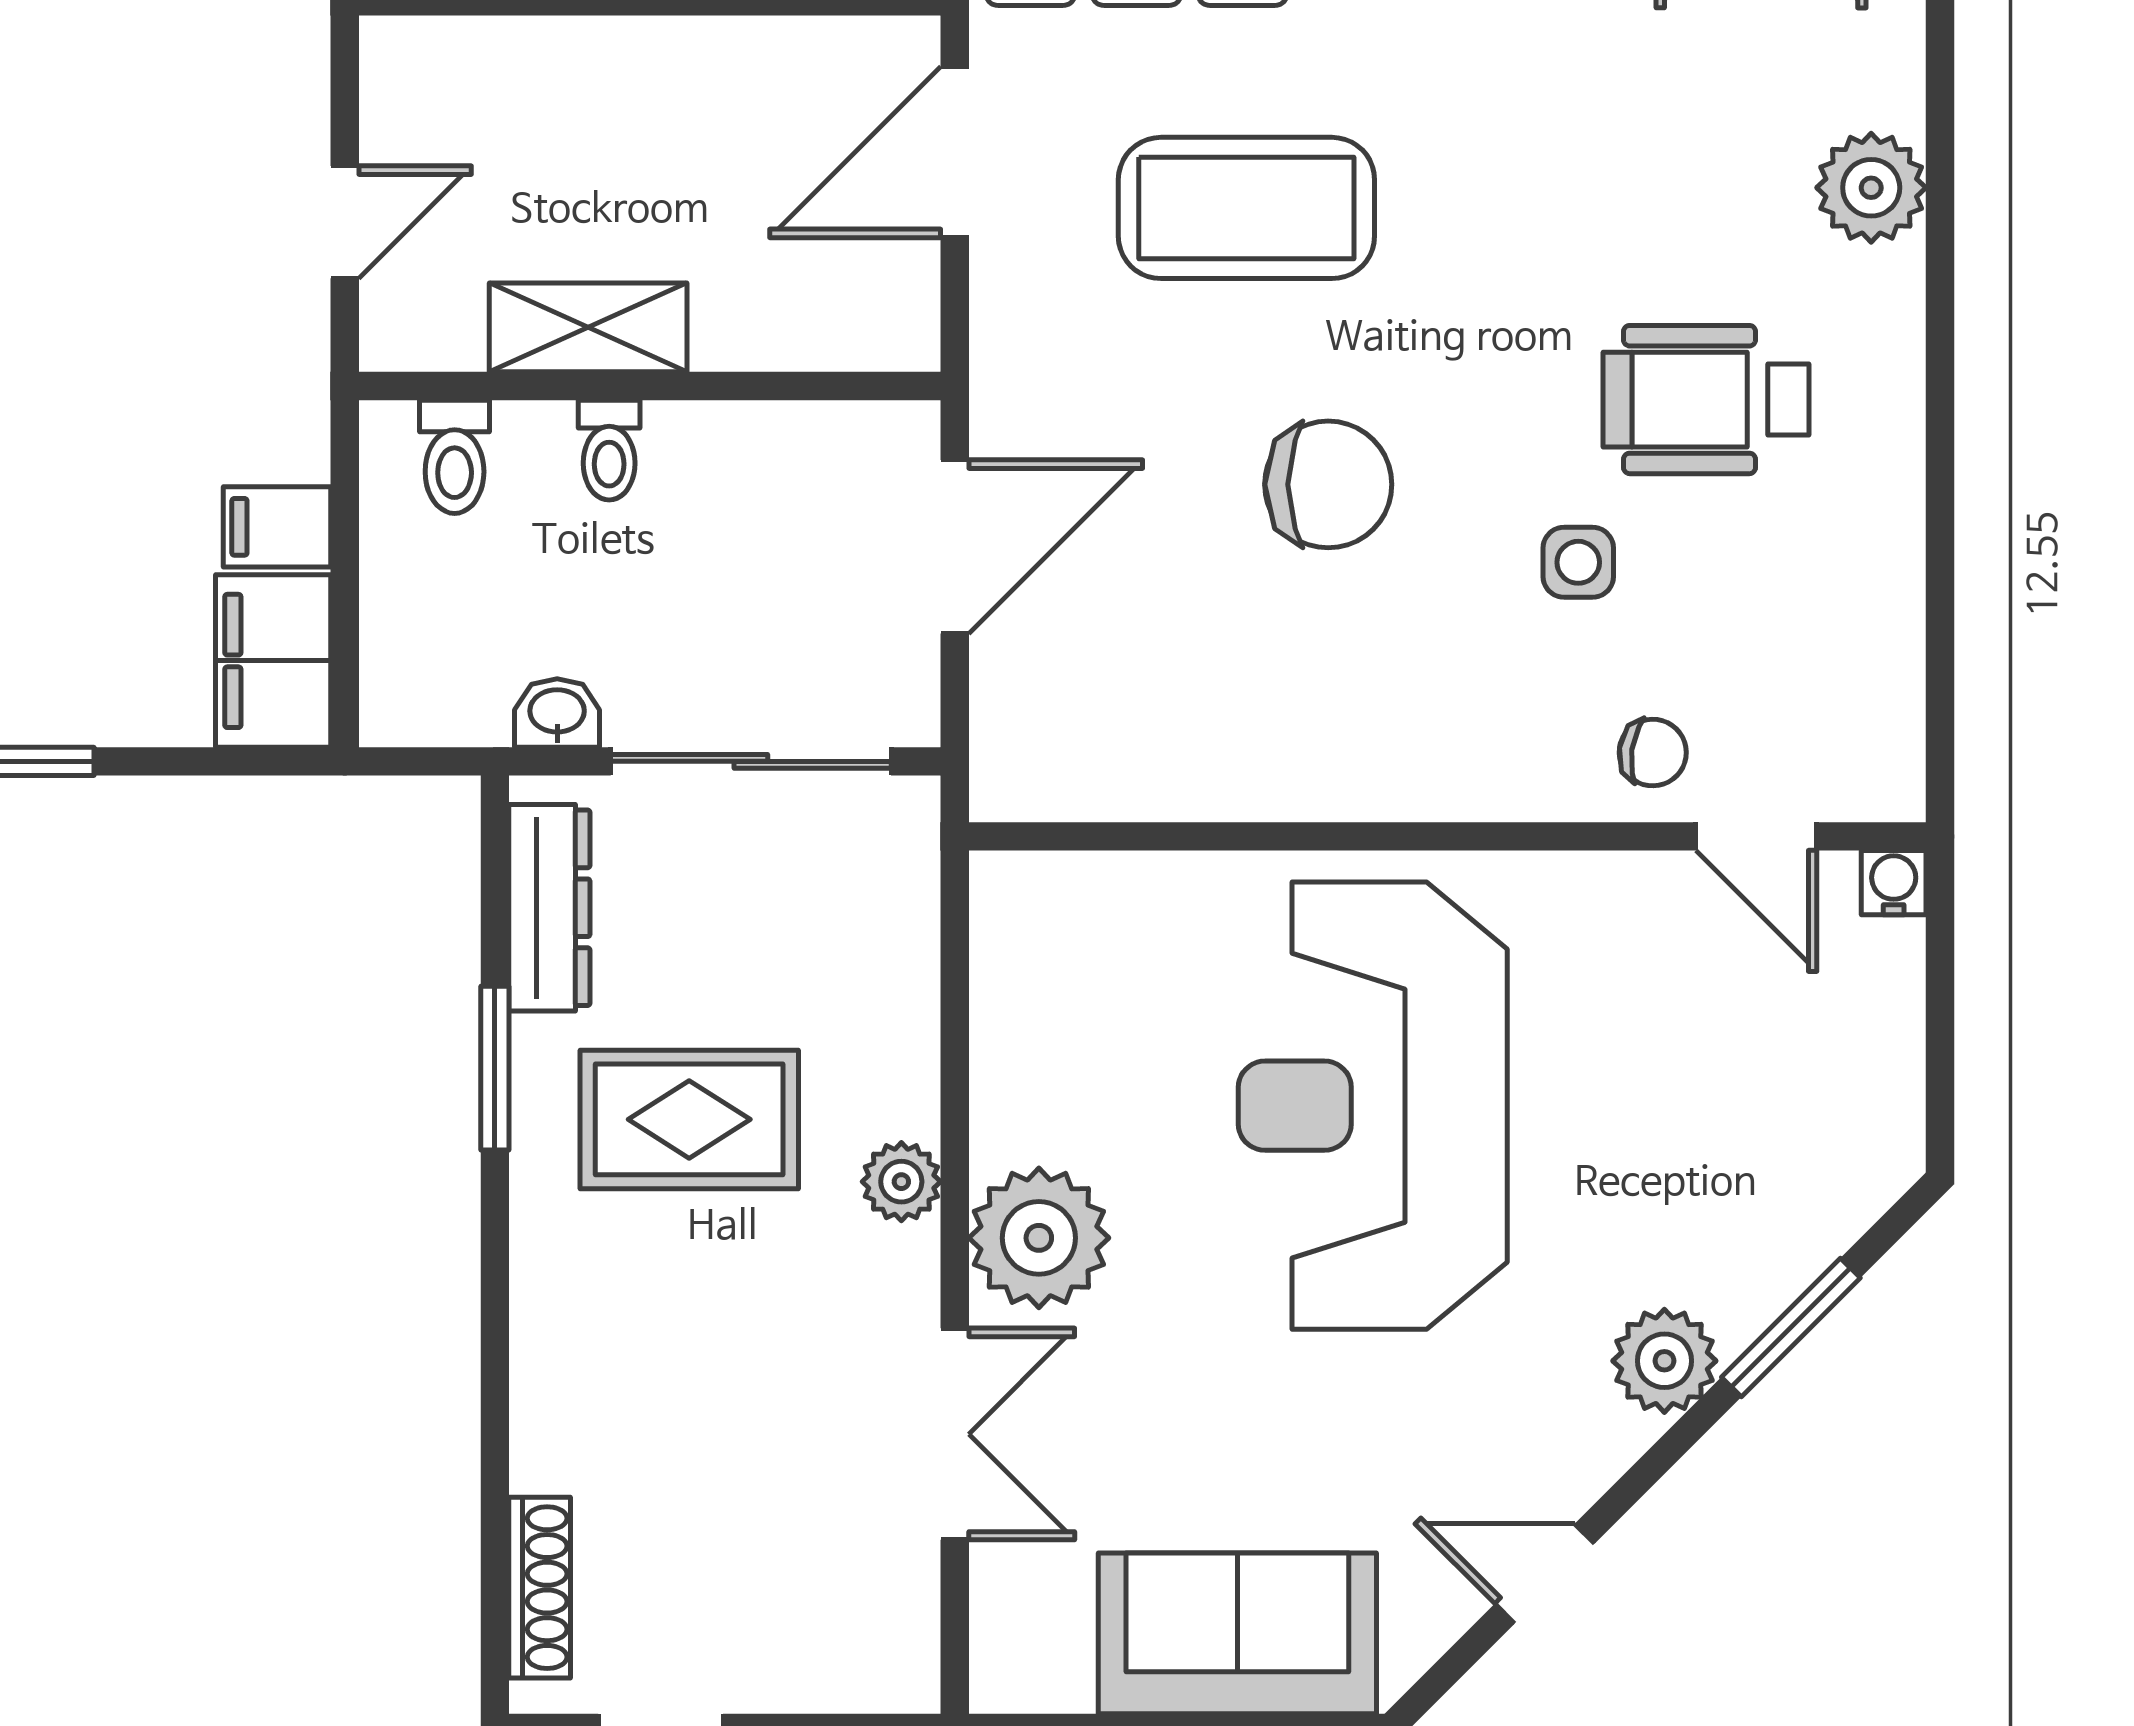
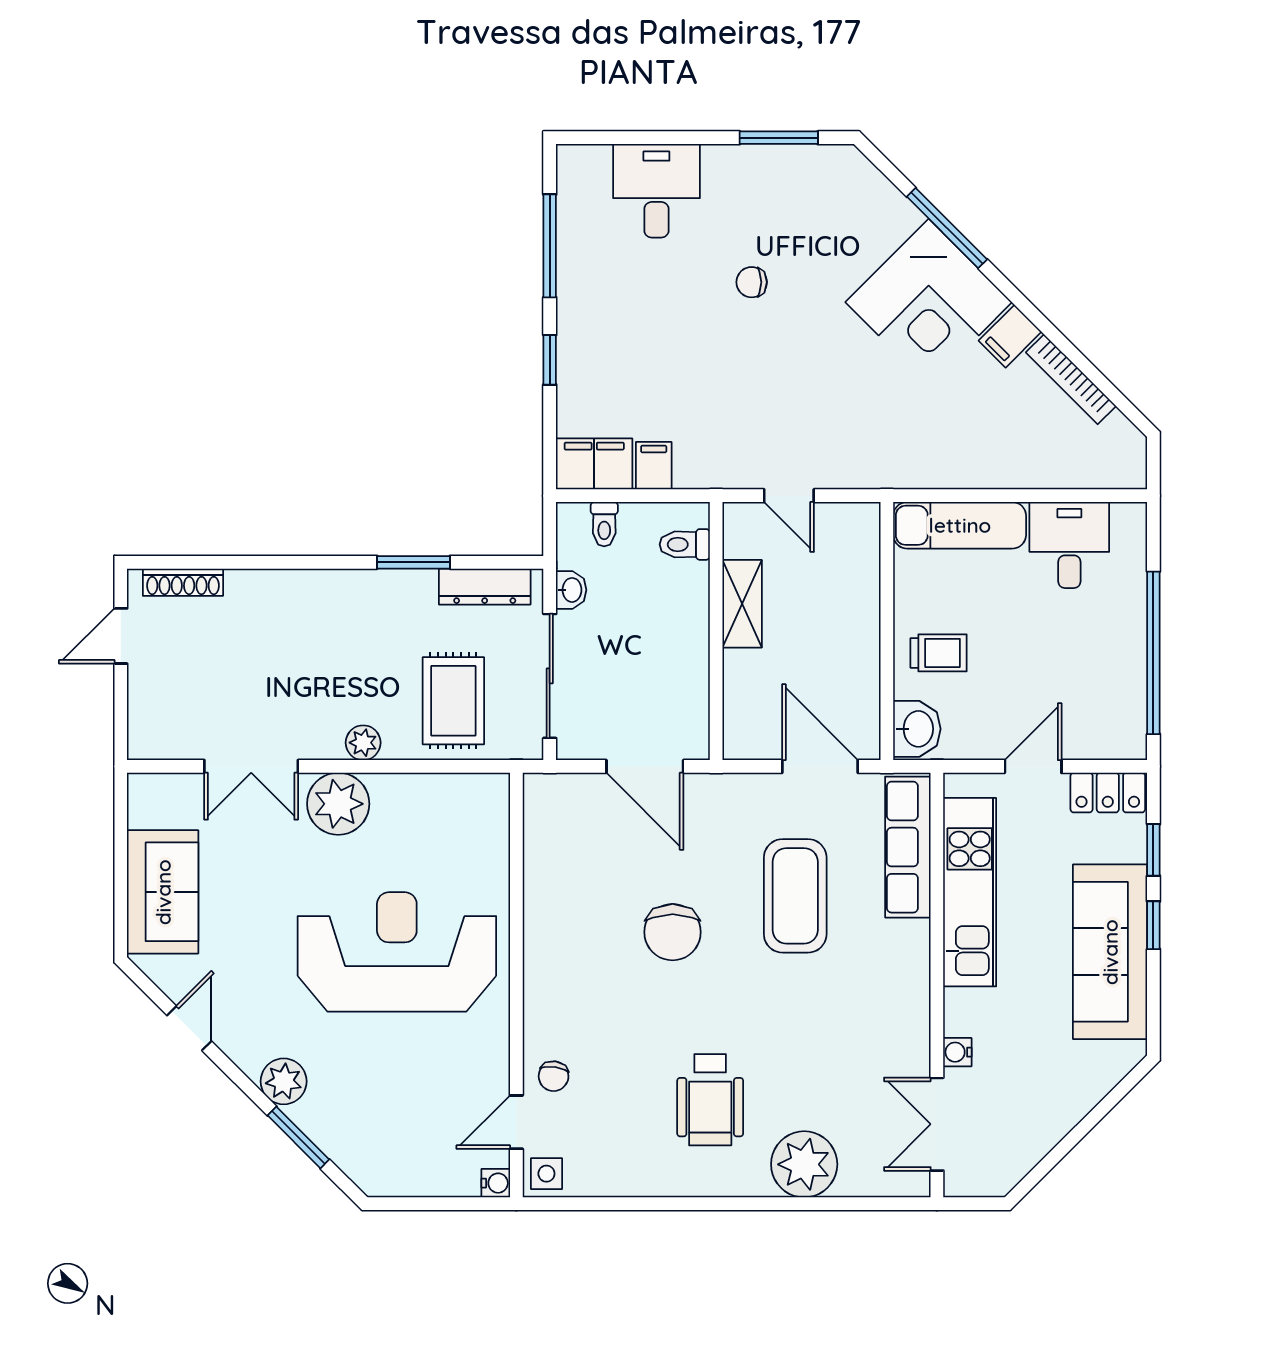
plant: (1871, 188) -> (804, 1164), width x1.36, depth x1.36
wheelchair: (1706, 400) -> (710, 1100), turned 180
toilet: (609, 450) -> (604, 524), moved, turned -90
side table: (1578, 562) -> (546, 1174), moved
rug: (689, 1119) -> (453, 701), moved

